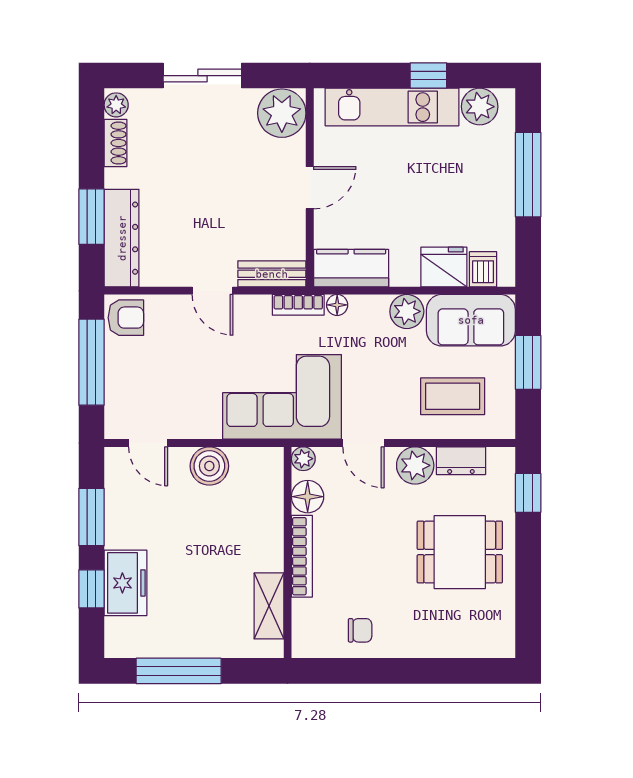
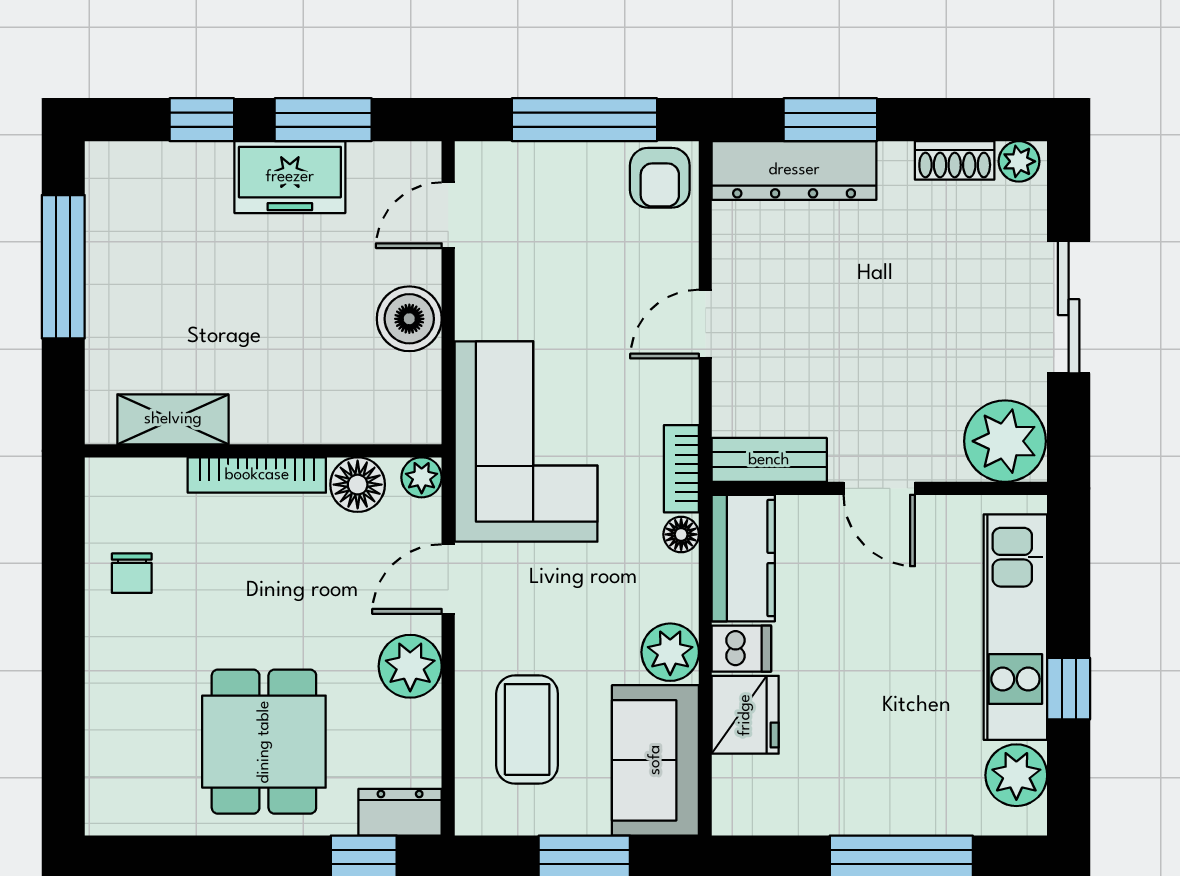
dishwasher: (483, 269) -> (741, 649), moved
bench: (272, 274) -> (769, 460), moved, turned 90
dresser: (461, 461) -> (400, 812), moved, turned 90
freezer: (125, 583) -> (290, 177), moved

